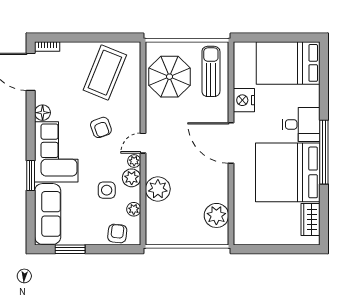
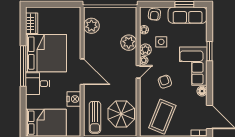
sofa: (48, 214) -> (188, 15), moved, turned -90

